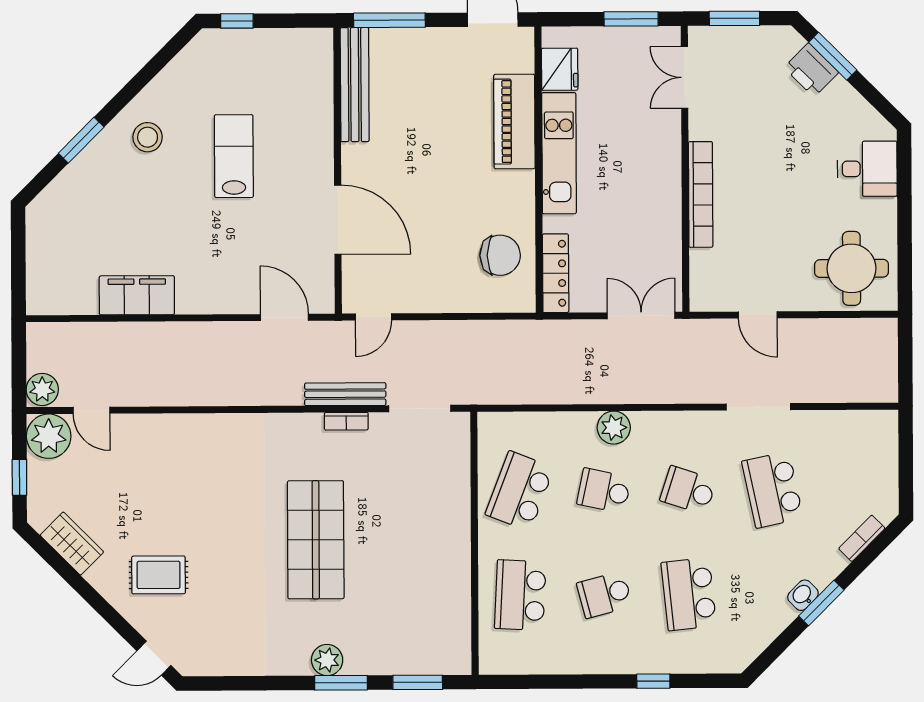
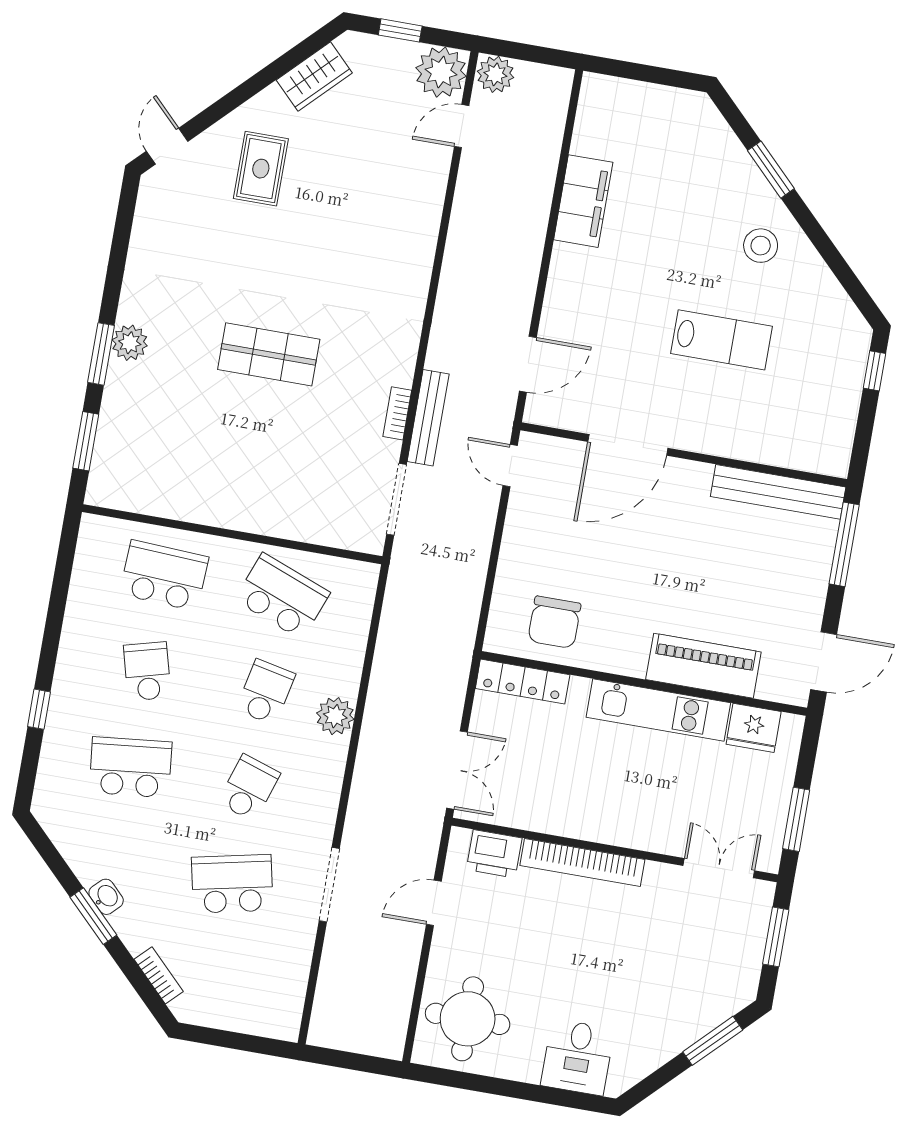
printer: (811, 70) -> (494, 854), moved, turned -135
shop shelf: (316, 540) -> (269, 354), width x0.70, depth x0.74

